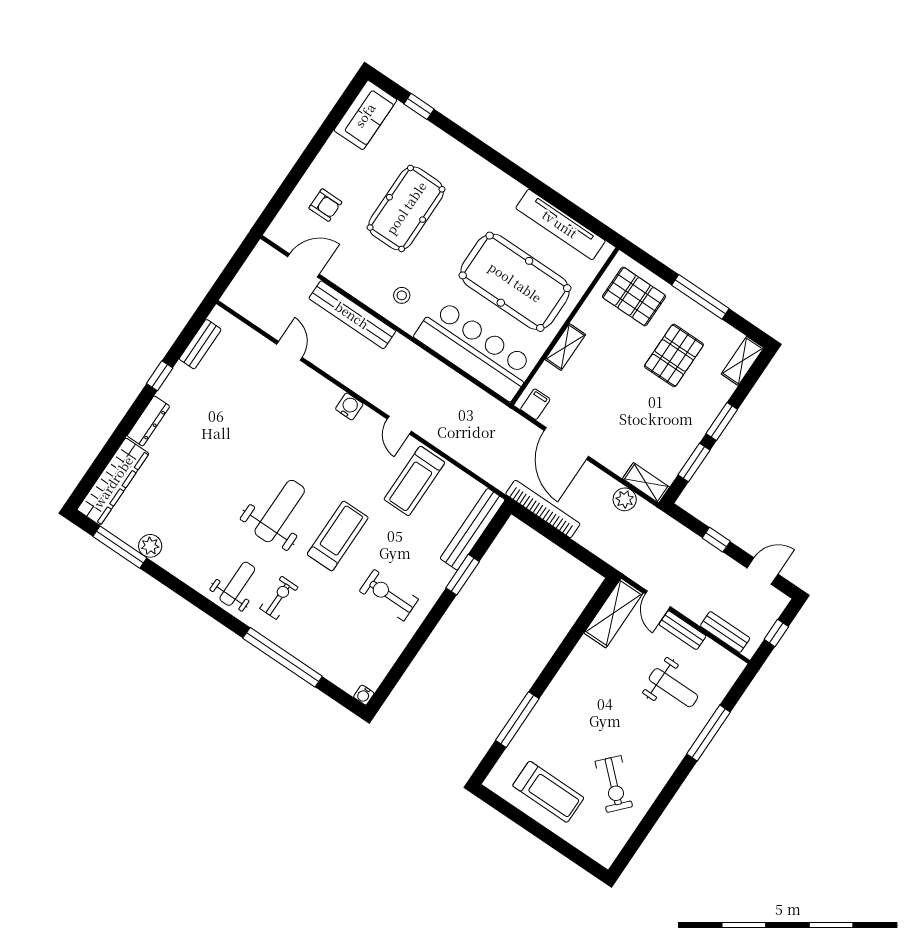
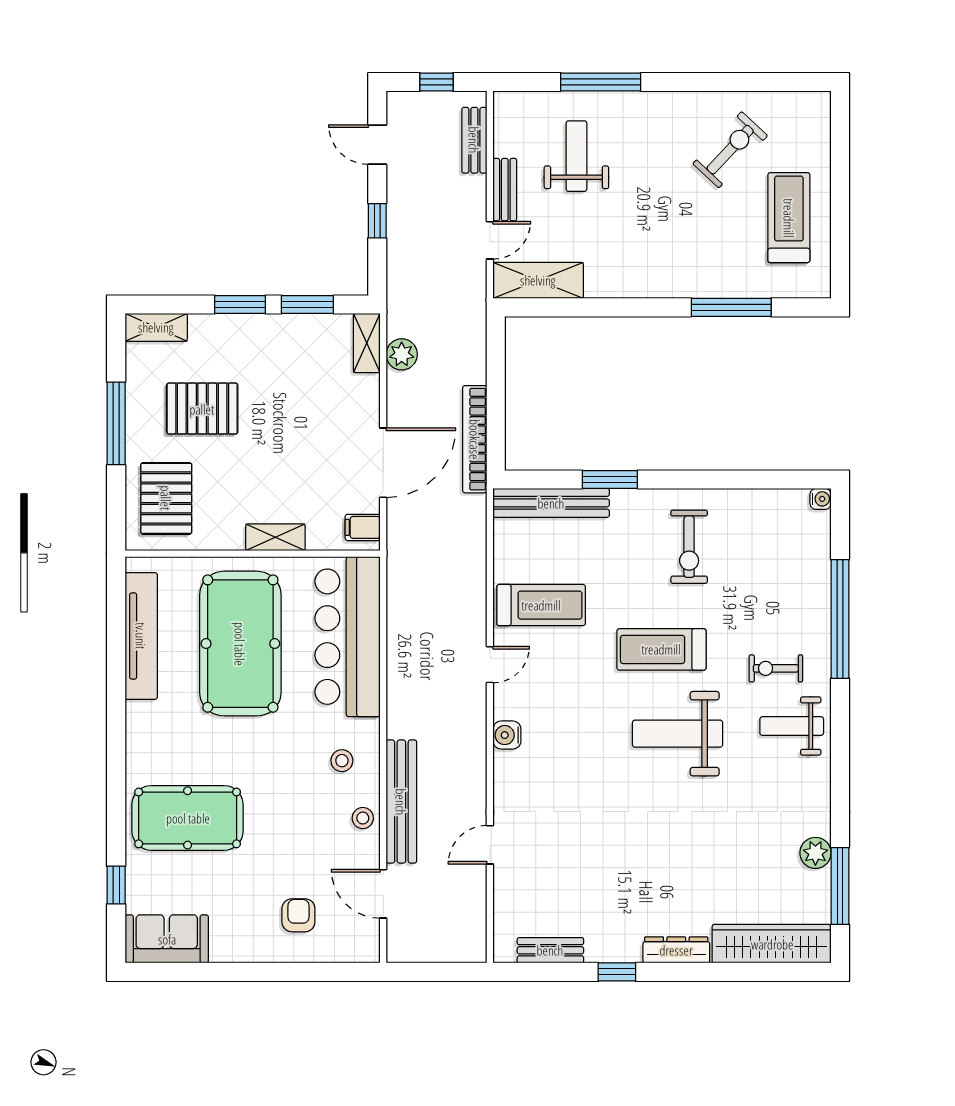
pool table: (406, 208) -> (188, 818), moved
stool: (358, 284) -> (363, 818), added

